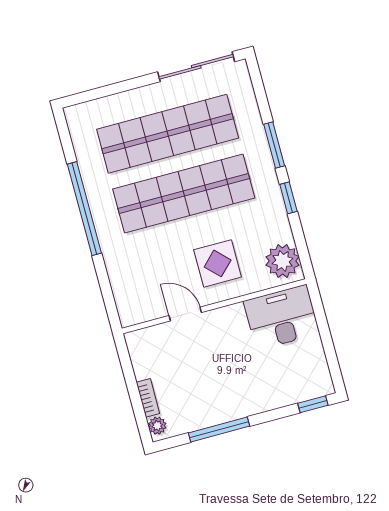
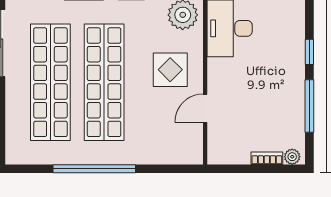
window: (313, 404) -> (309, 52), moved

